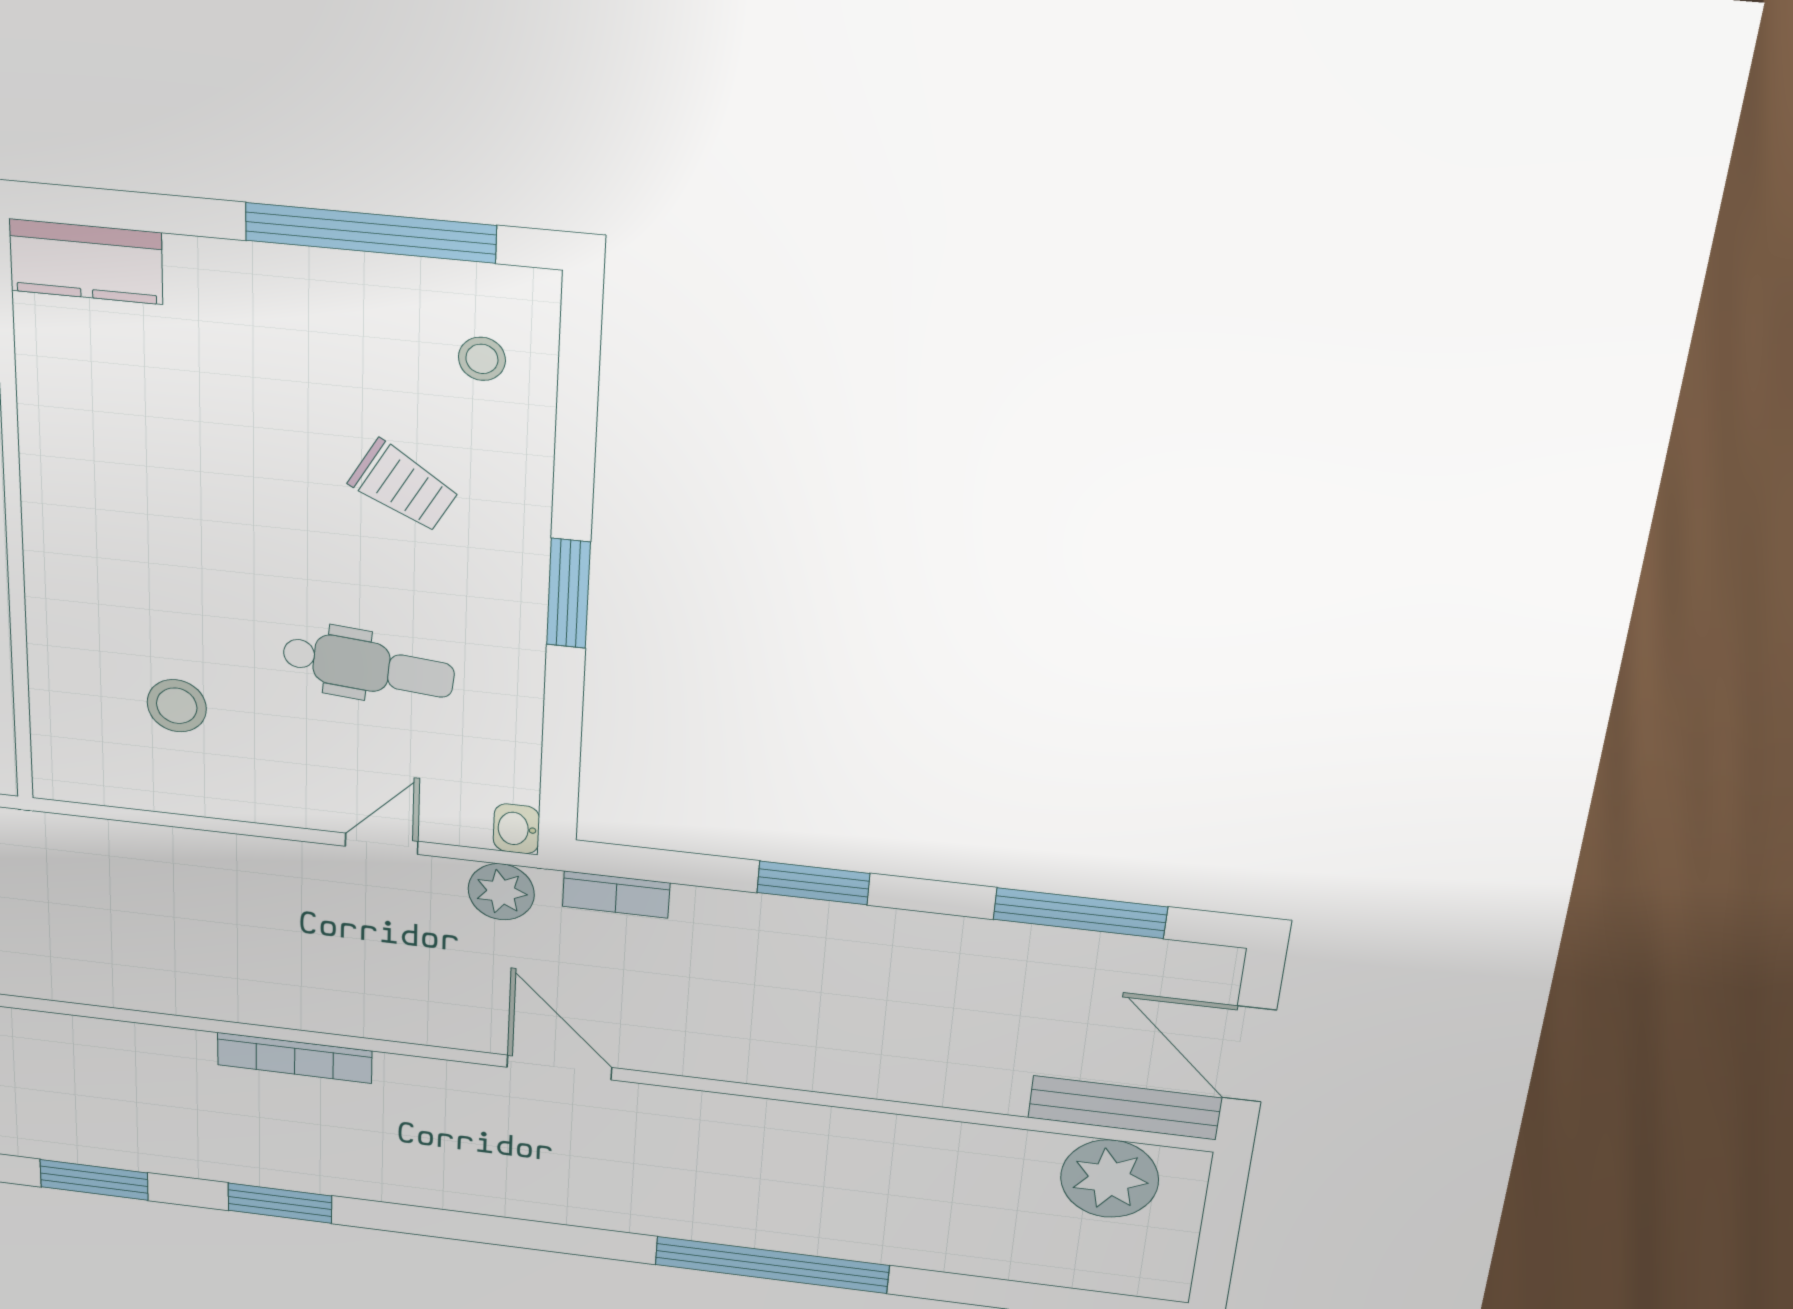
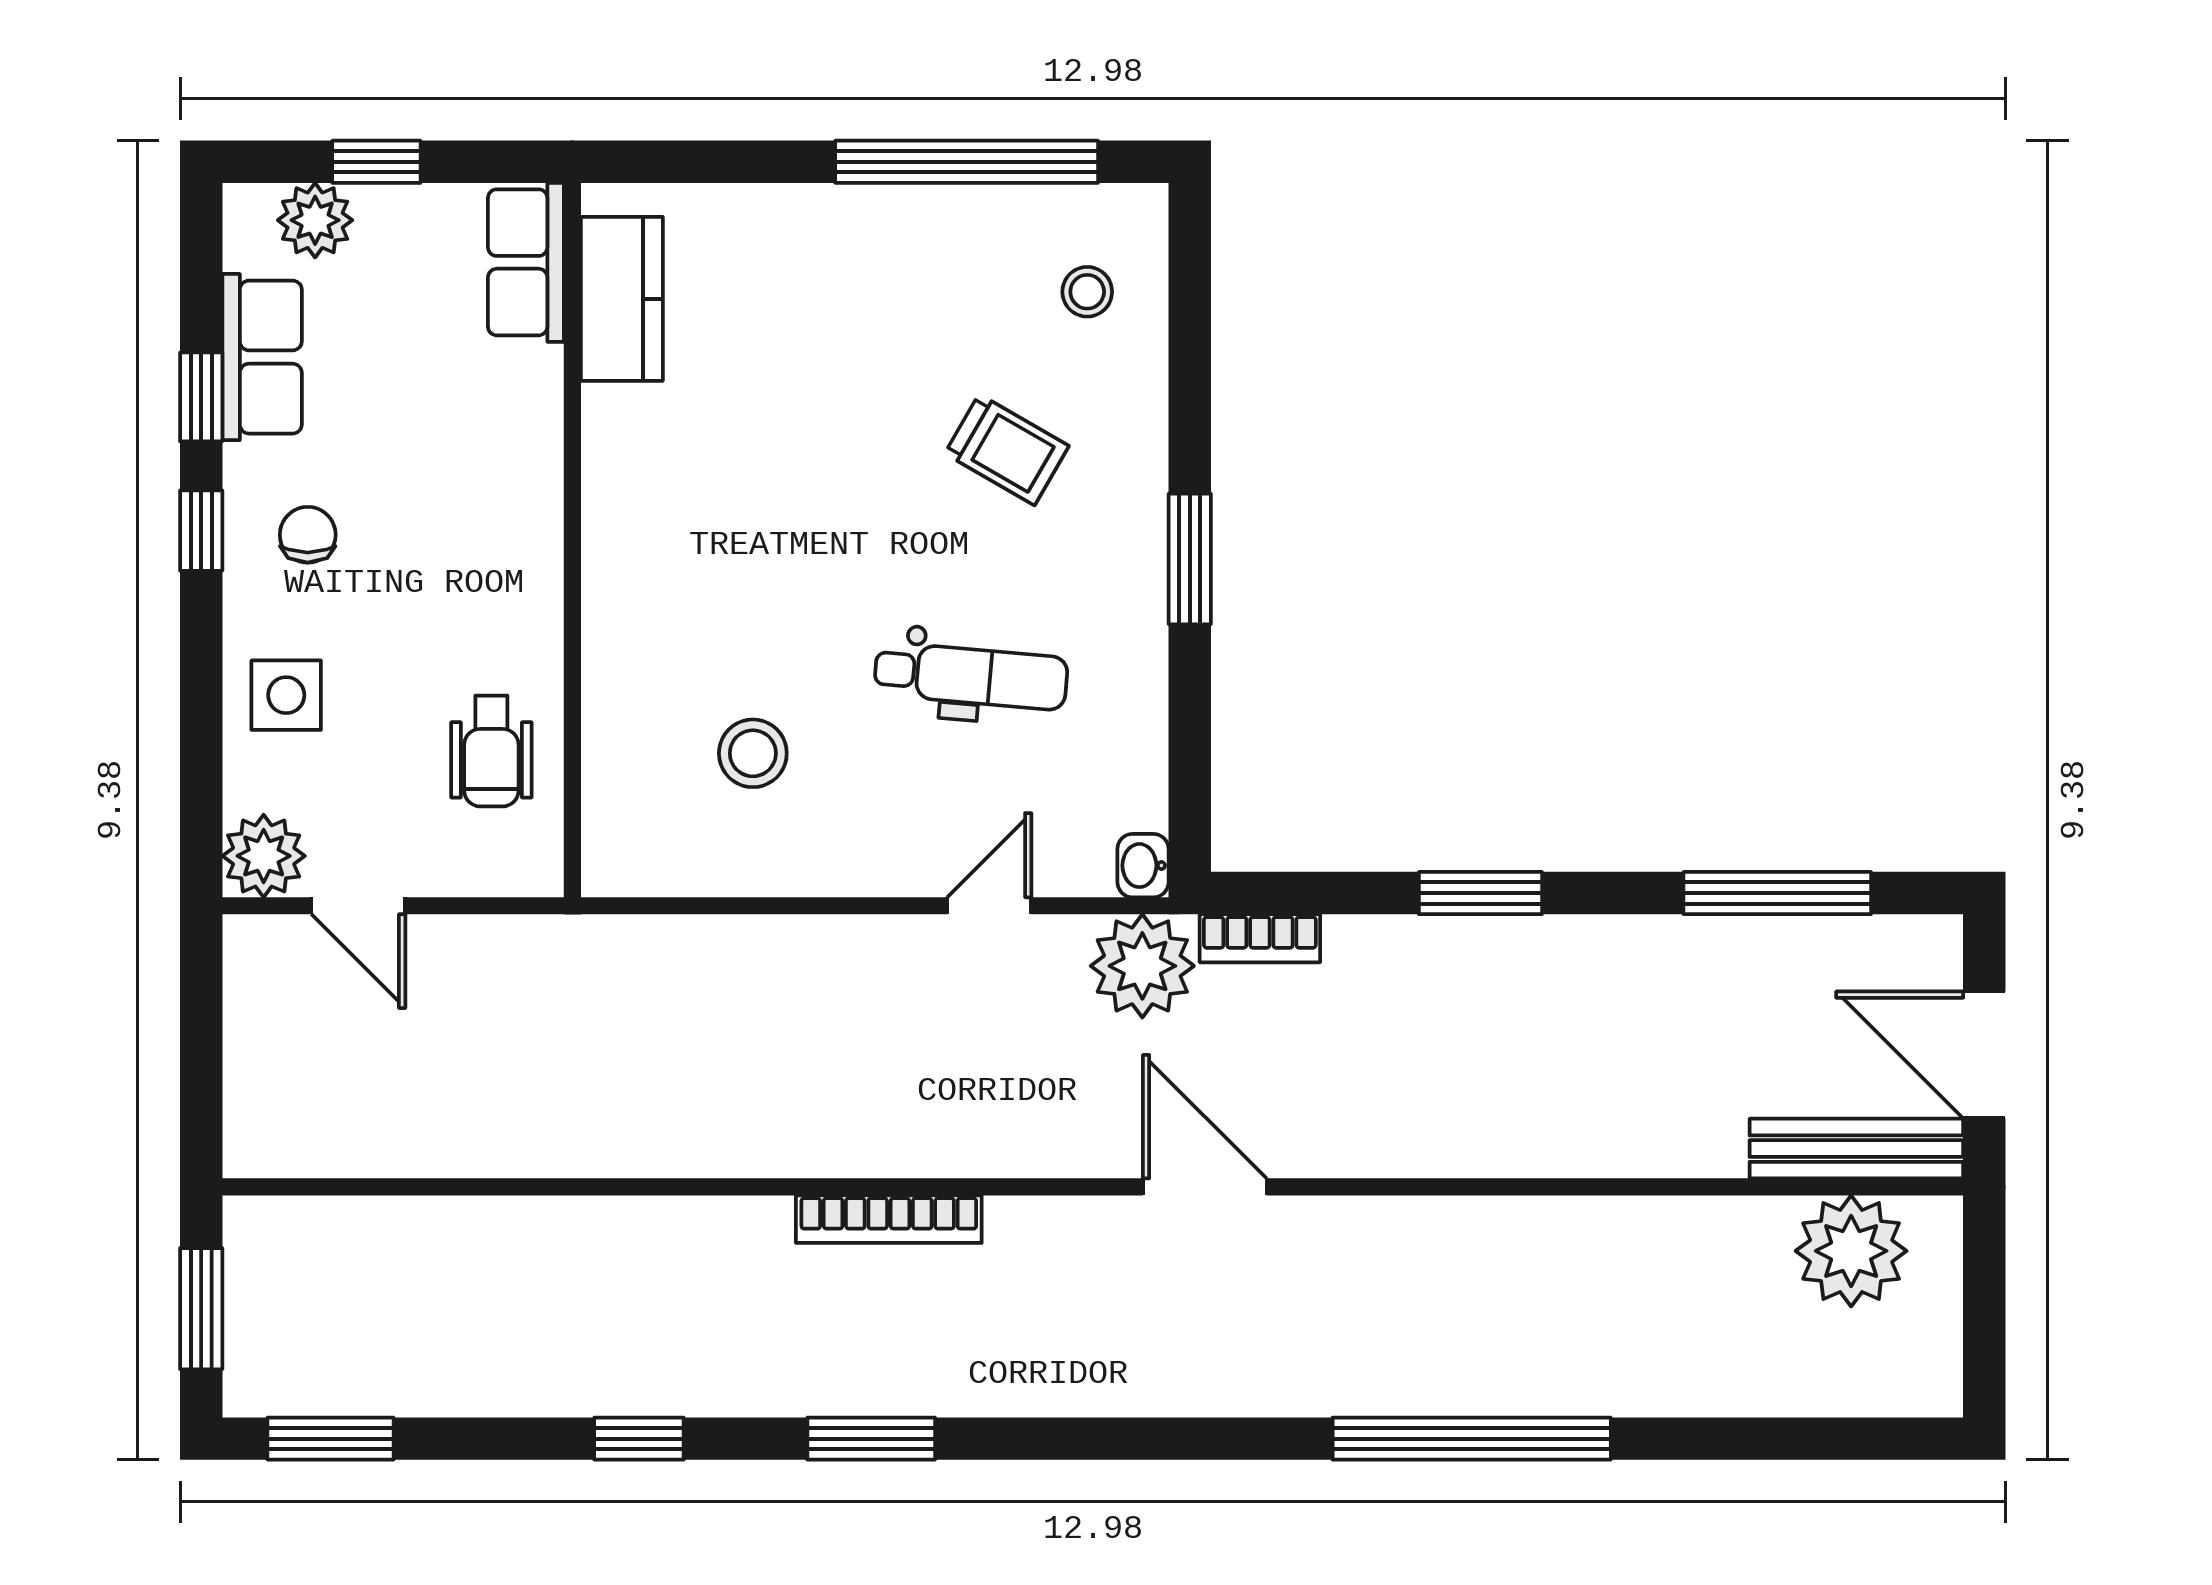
kitchen counter: (86, 262) -> (622, 299), moved, turned -90
plant: (501, 892) -> (1142, 966), width x1.36, depth x1.36
window: (94, 1180) -> (639, 1439), width x0.67

